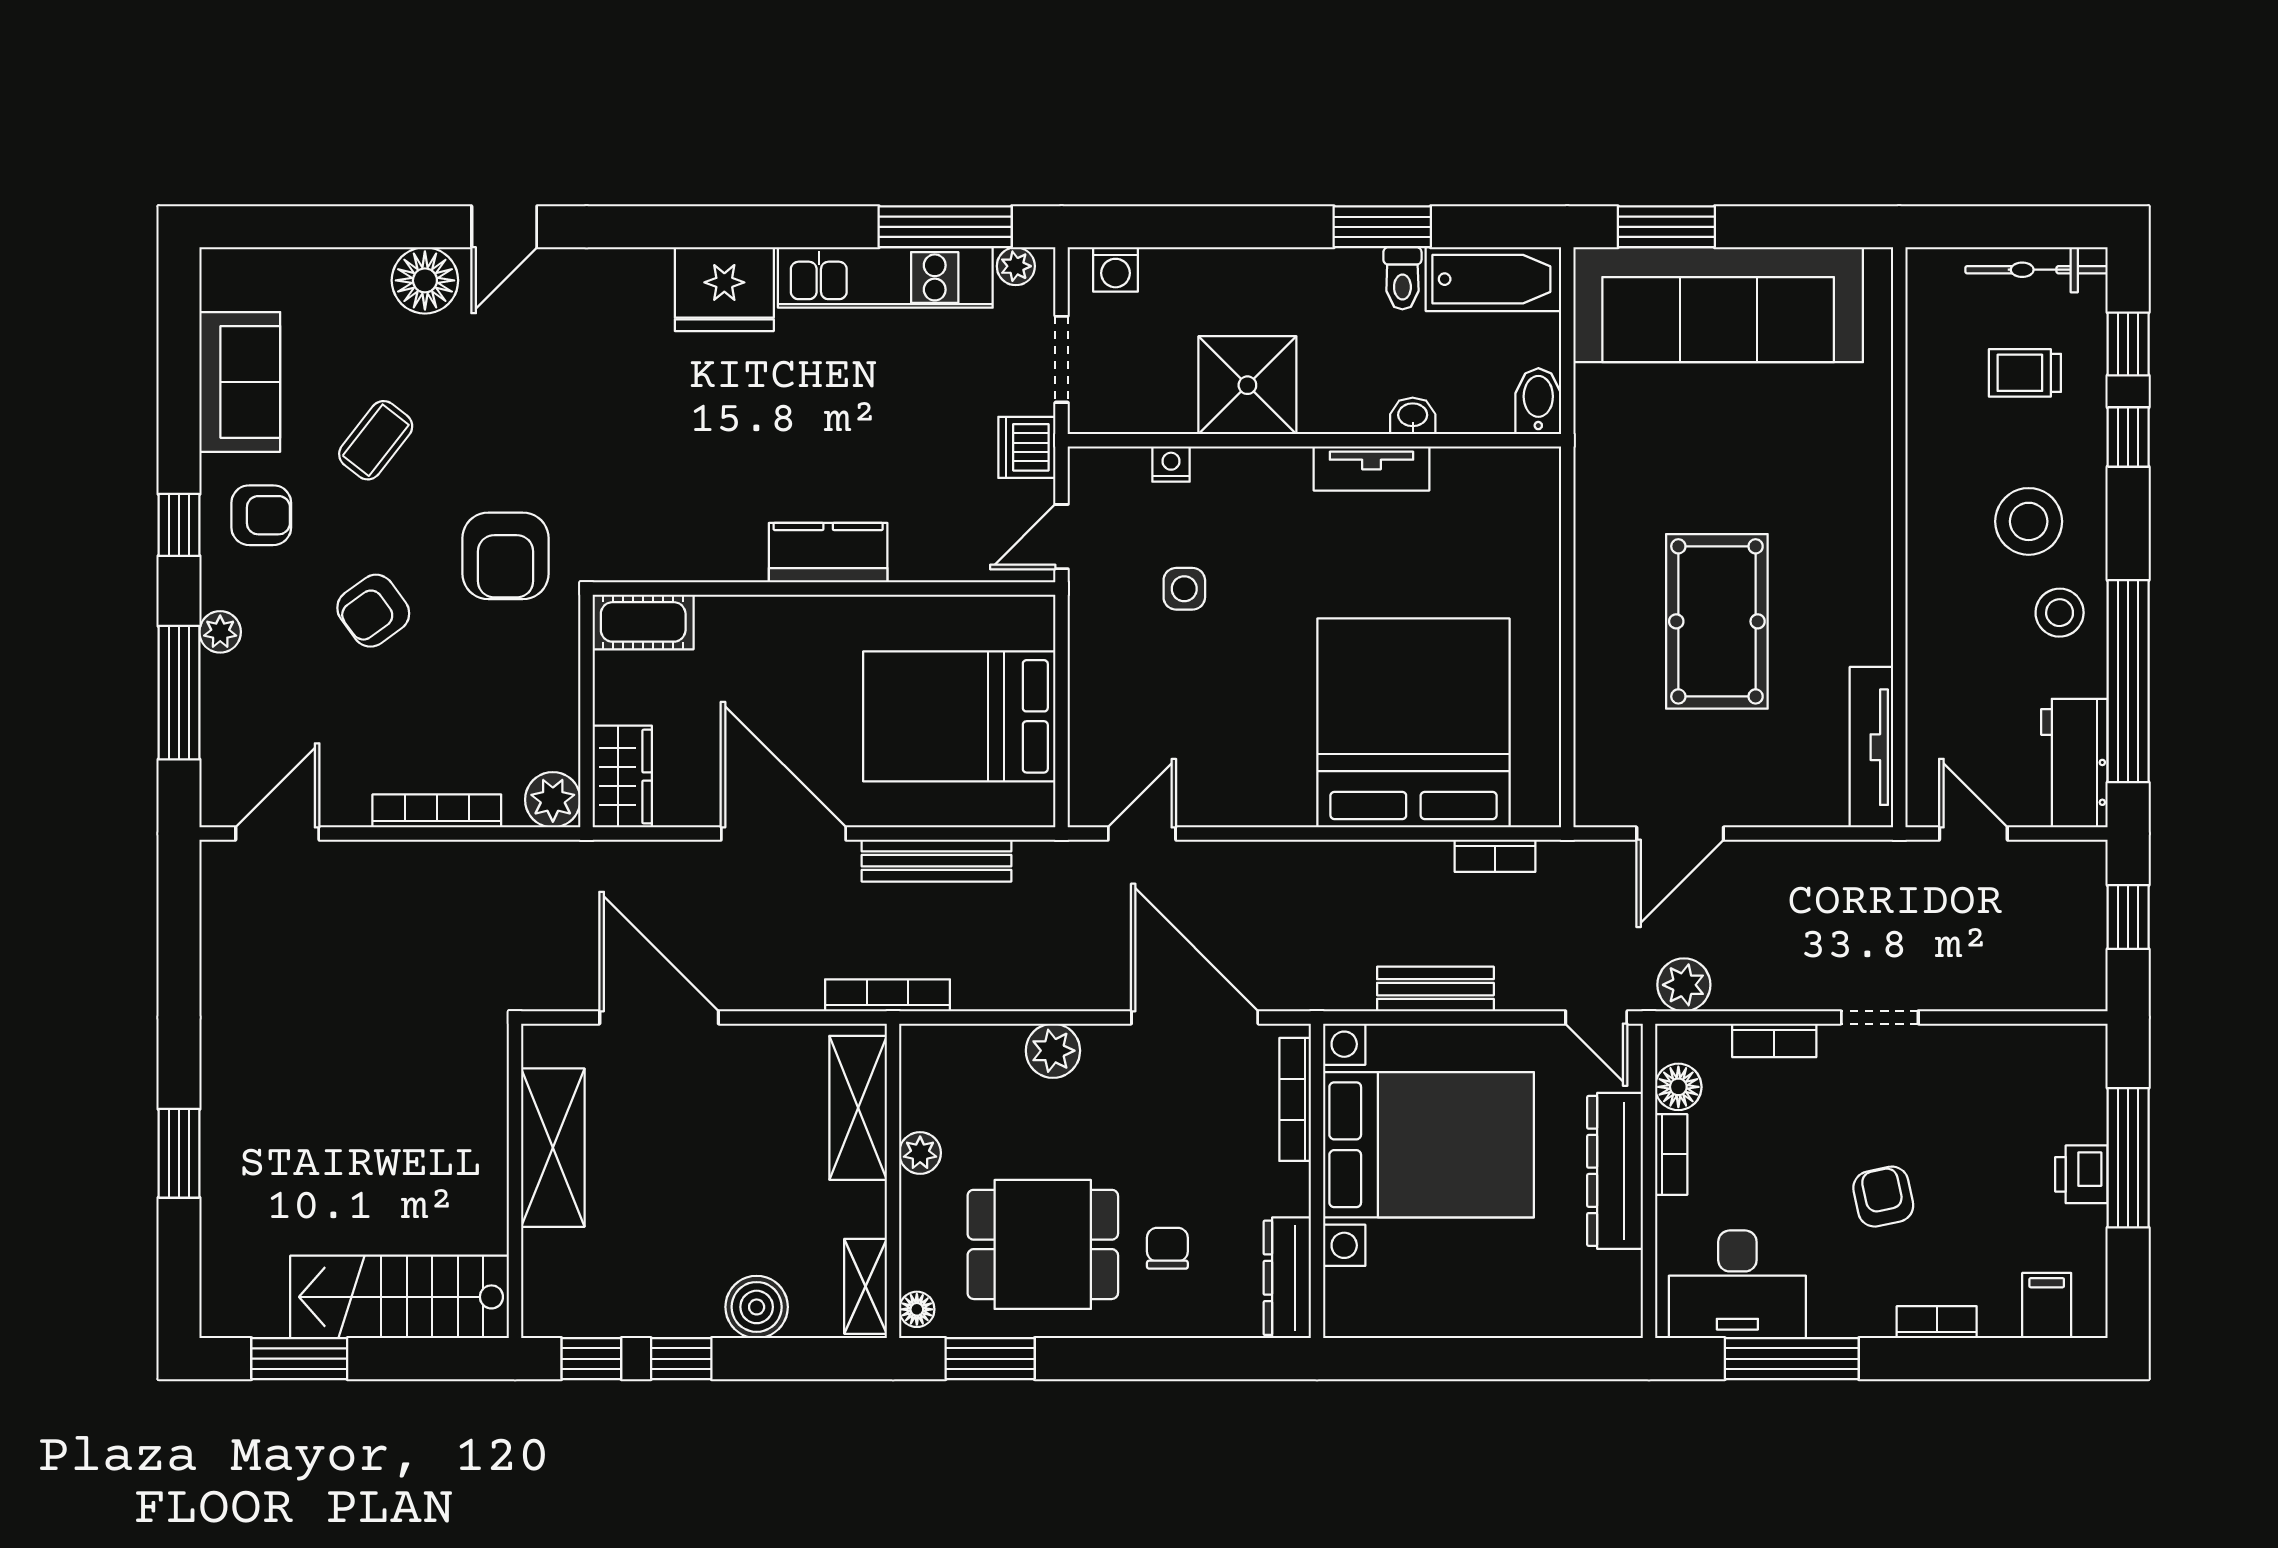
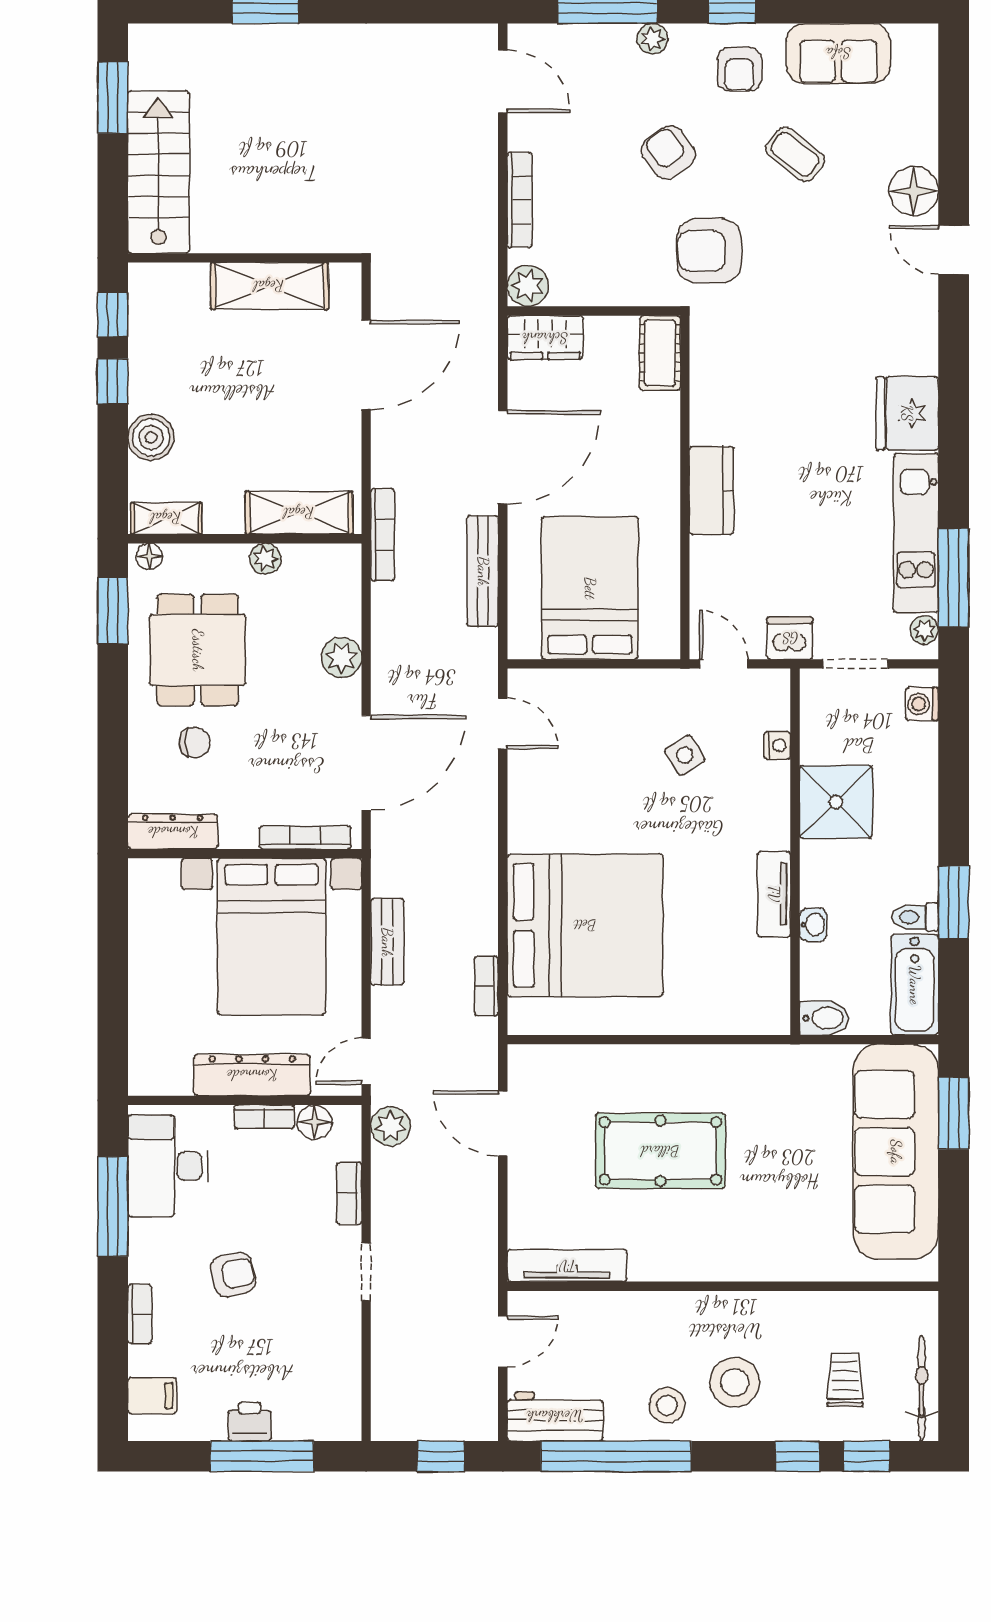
side table: (1184, 589) -> (685, 755), turned -32

